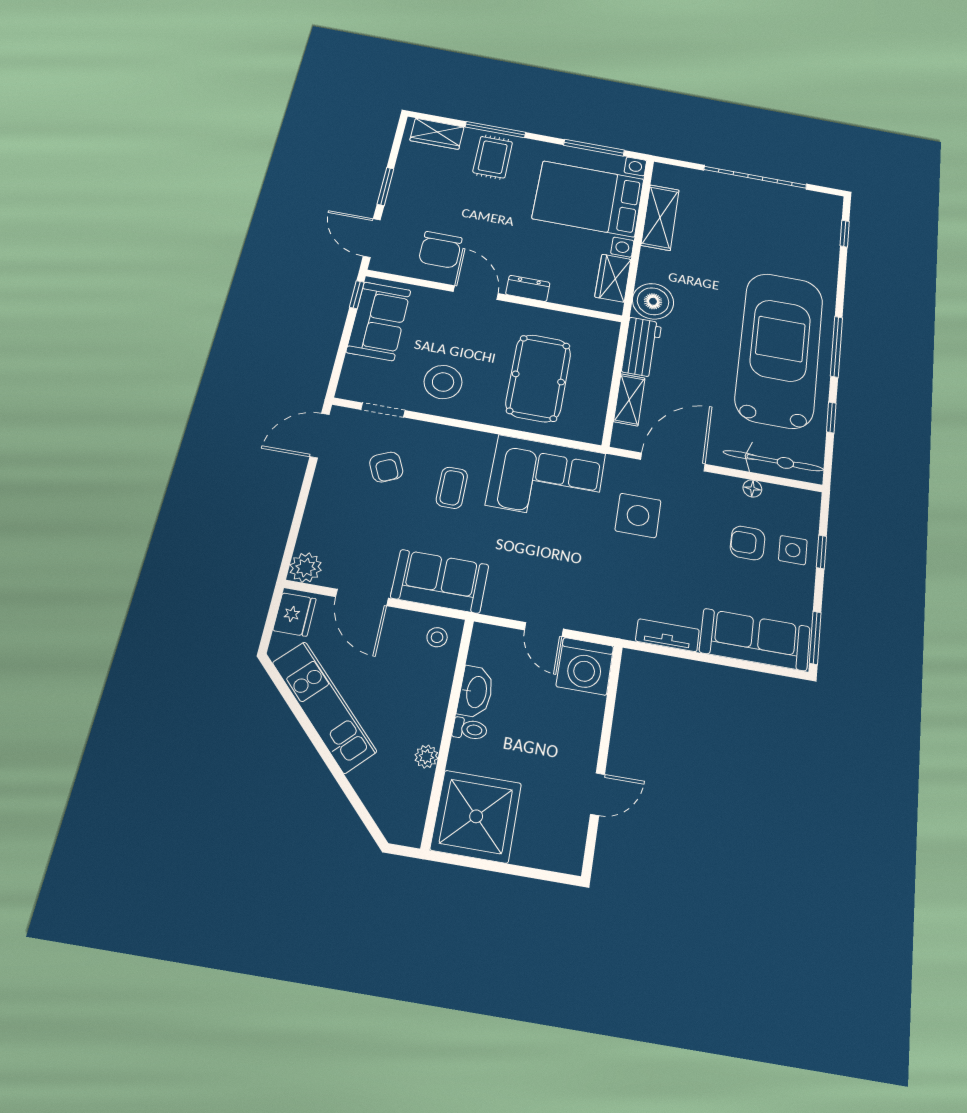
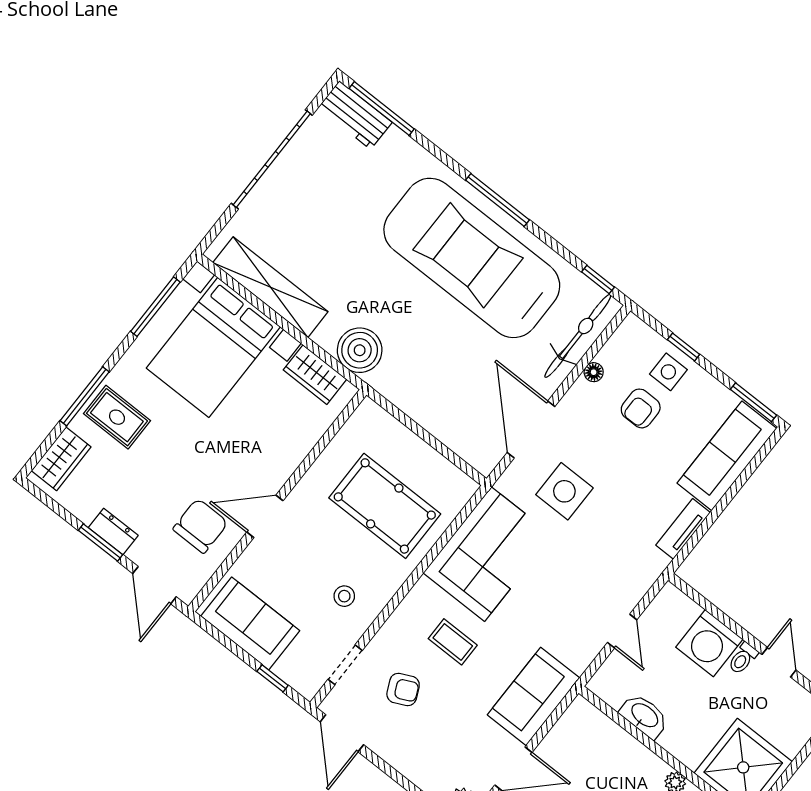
shelving: (660, 217) -> (270, 287), width x1.47
window: (845, 234) -> (382, 109), width x2.17
door: (372, 238) -> (154, 585), hinge flipped
chair: (440, 250) -> (201, 526), turned -90
dresser: (528, 288) -> (113, 531), moved, turned 90
window: (357, 295) -> (273, 678), moved
workbench: (642, 347) -> (355, 115), moved, turned 180
stool: (443, 382) -> (344, 596), width x0.53, depth x0.53
shelving: (629, 400) -> (450, 434), removed
window: (831, 417) -> (598, 279), moved
door: (544, 629) -> (622, 631), hinge flipped
stool: (437, 637) -> (581, 724), removed
washing machine: (585, 666) -> (709, 643), moved, turned 90
toilet: (470, 729) -> (743, 658), moved, turned 180

